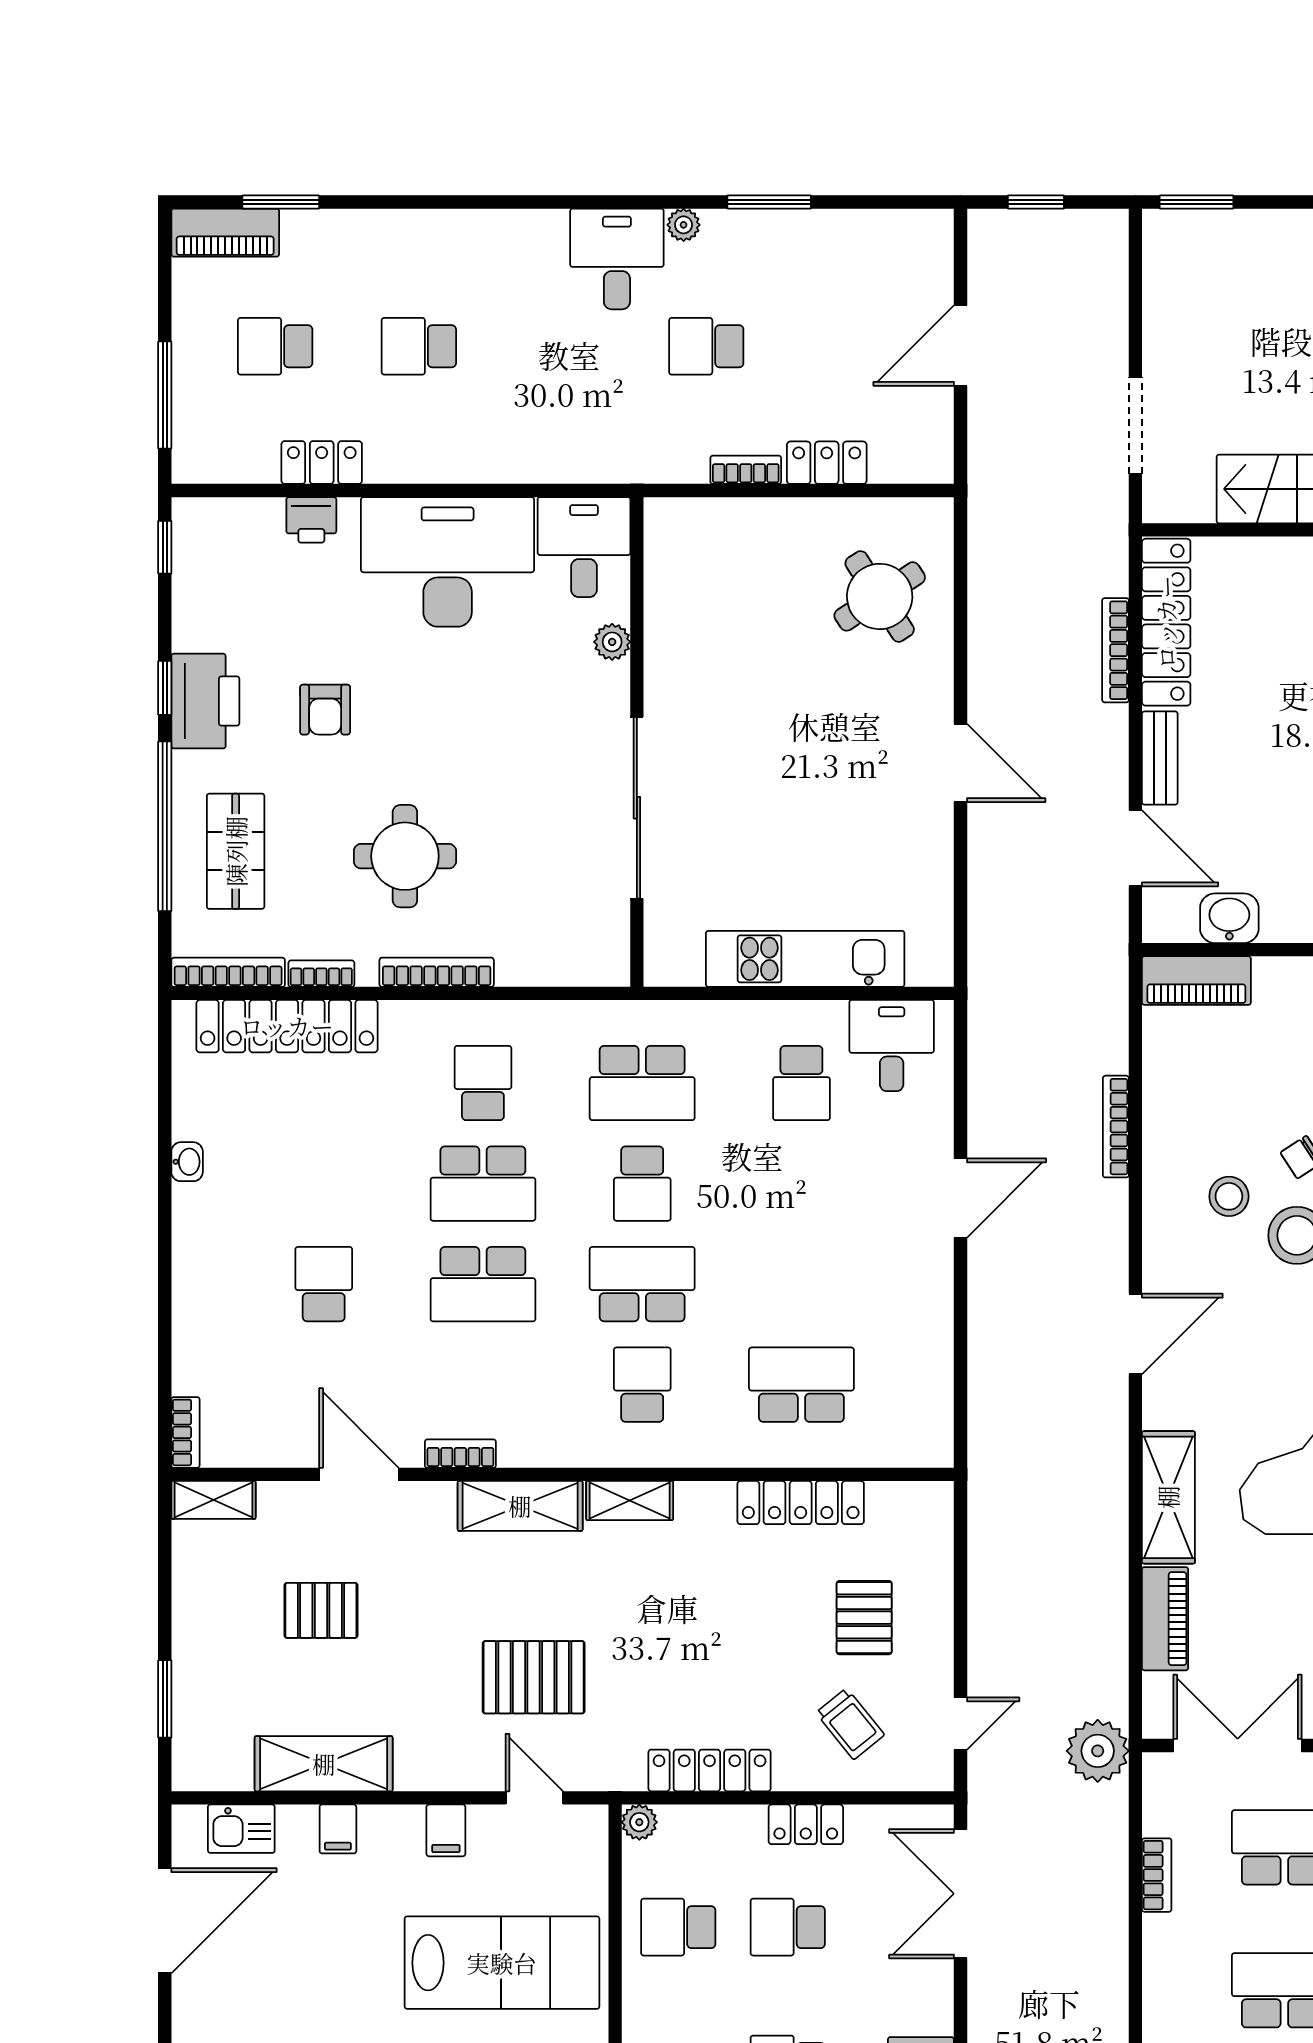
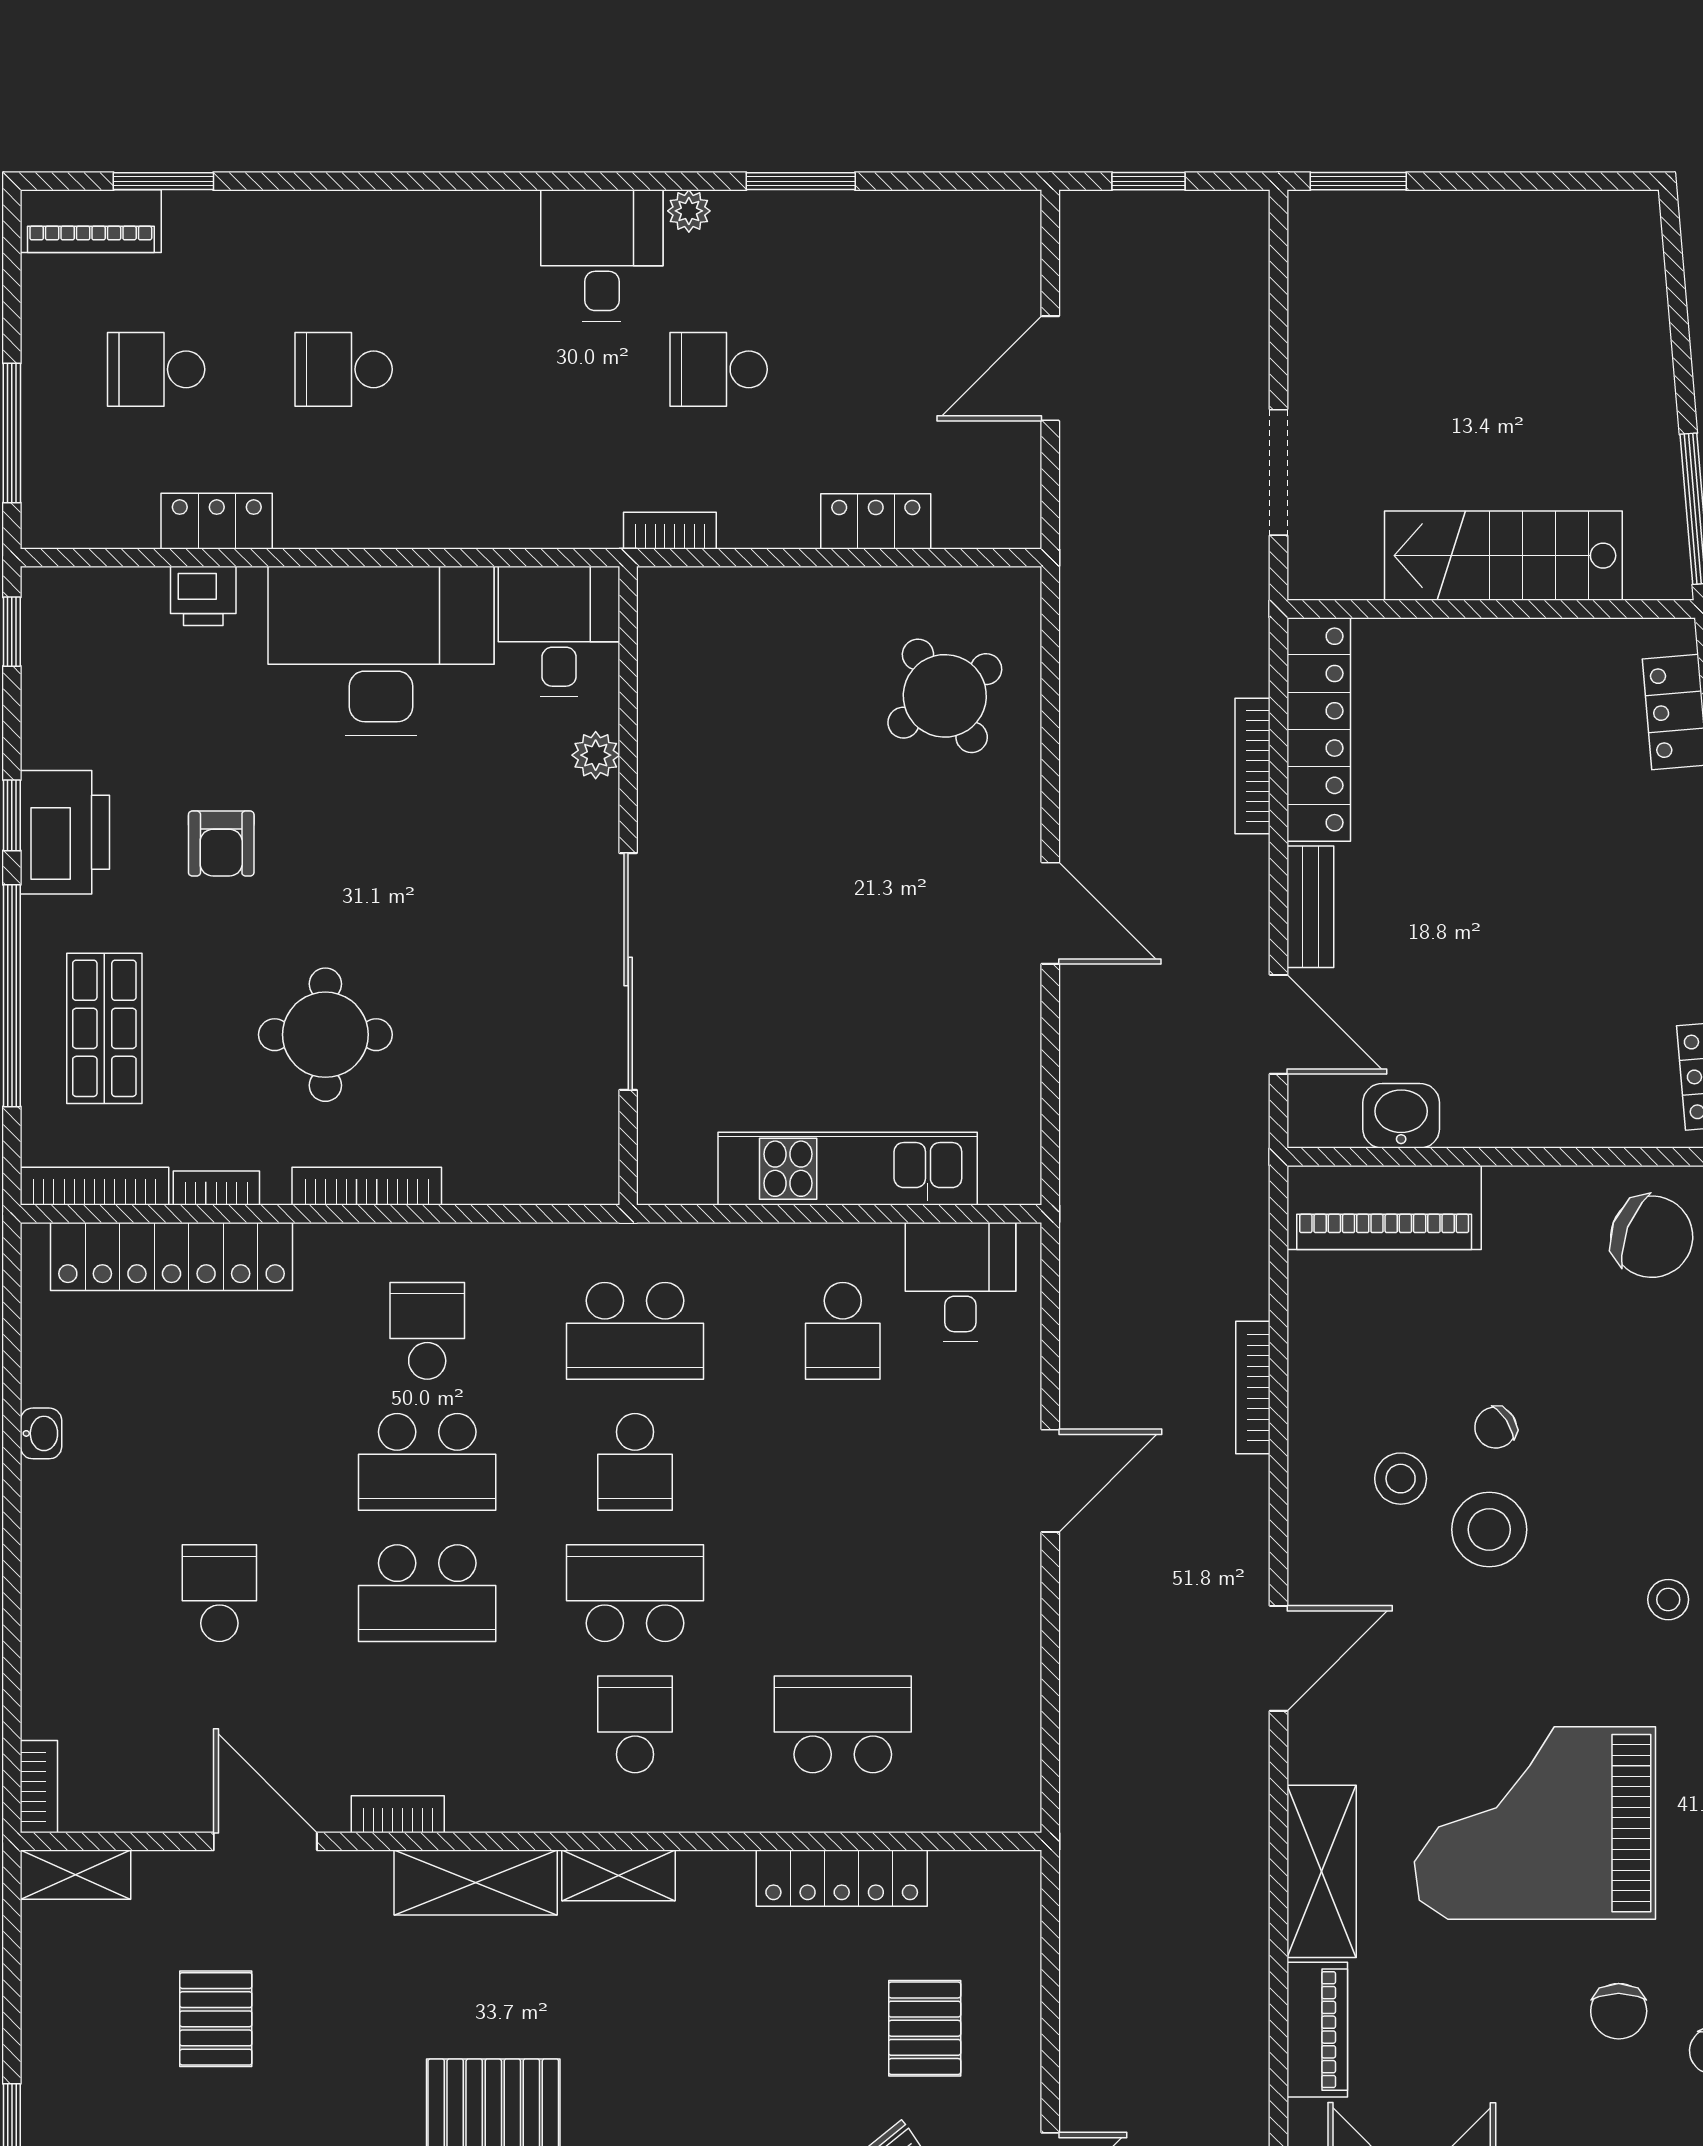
bookcase: (746, 470) -> (670, 531), moved
piano: (1196, 981) -> (1384, 1207), width x1.37, depth x1.33
pallet: (321, 1610) -> (216, 2019), turned 90

